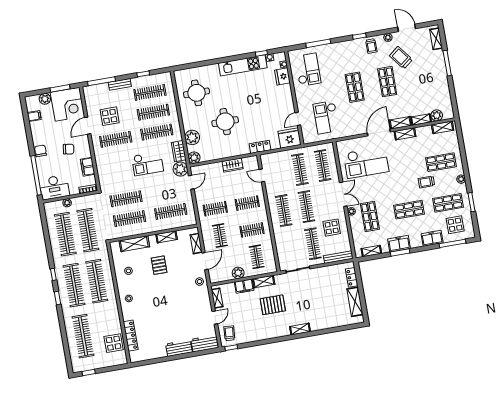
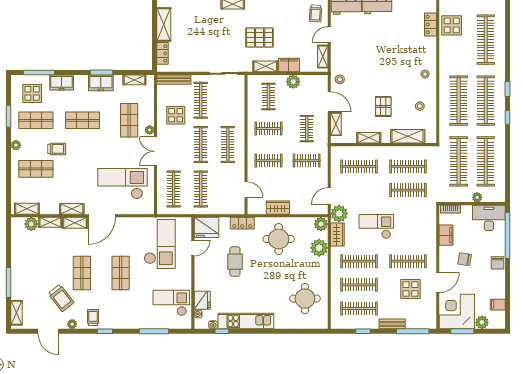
checkout: (308, 70) -> (171, 303), turned 90
cafe table: (261, 114) -> (235, 262), added
checkout: (326, 117) -> (160, 244), width x1.36, depth x1.21
round table: (225, 122) -> (279, 239), moved
door: (205, 261) -> (329, 102), swing flipped
locker: (131, 336) -> (430, 25), width x0.66

